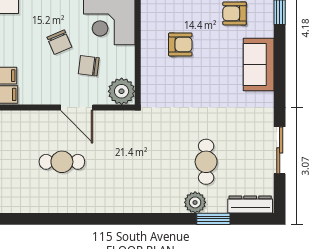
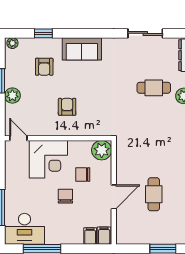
chair: (59, 42) -> (65, 196), turned -67
chair: (89, 66) -> (83, 174), turned 83
door: (77, 108) -> (114, 197), moved

